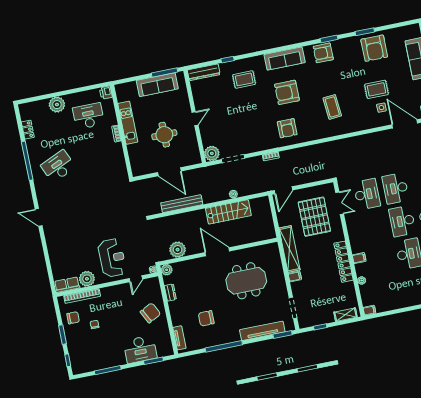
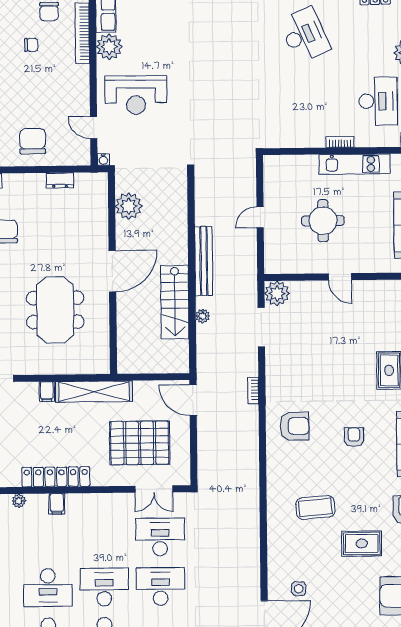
rug: (376, 89) -> (362, 544), moved, turned 90
armchair: (287, 92) -> (354, 437), width x0.53, depth x0.53
armchair: (287, 128) -> (295, 426), turned 180
door: (169, 172) -> (260, 217), width x0.53
desk: (367, 194) -> (160, 537), turned 180
bench: (182, 204) -> (204, 261), moved
plant: (167, 270) -> (99, 182), removed
chair: (150, 313) -> (33, 141), turned -153

